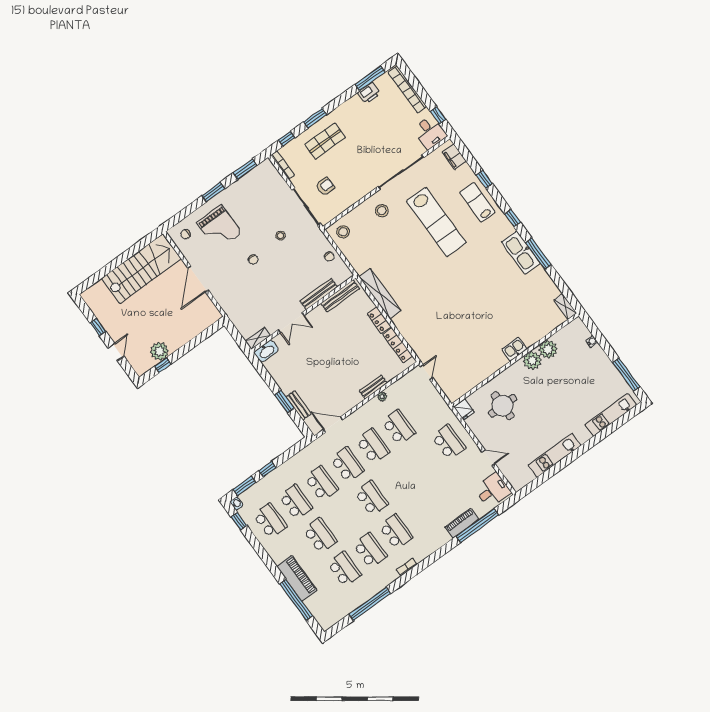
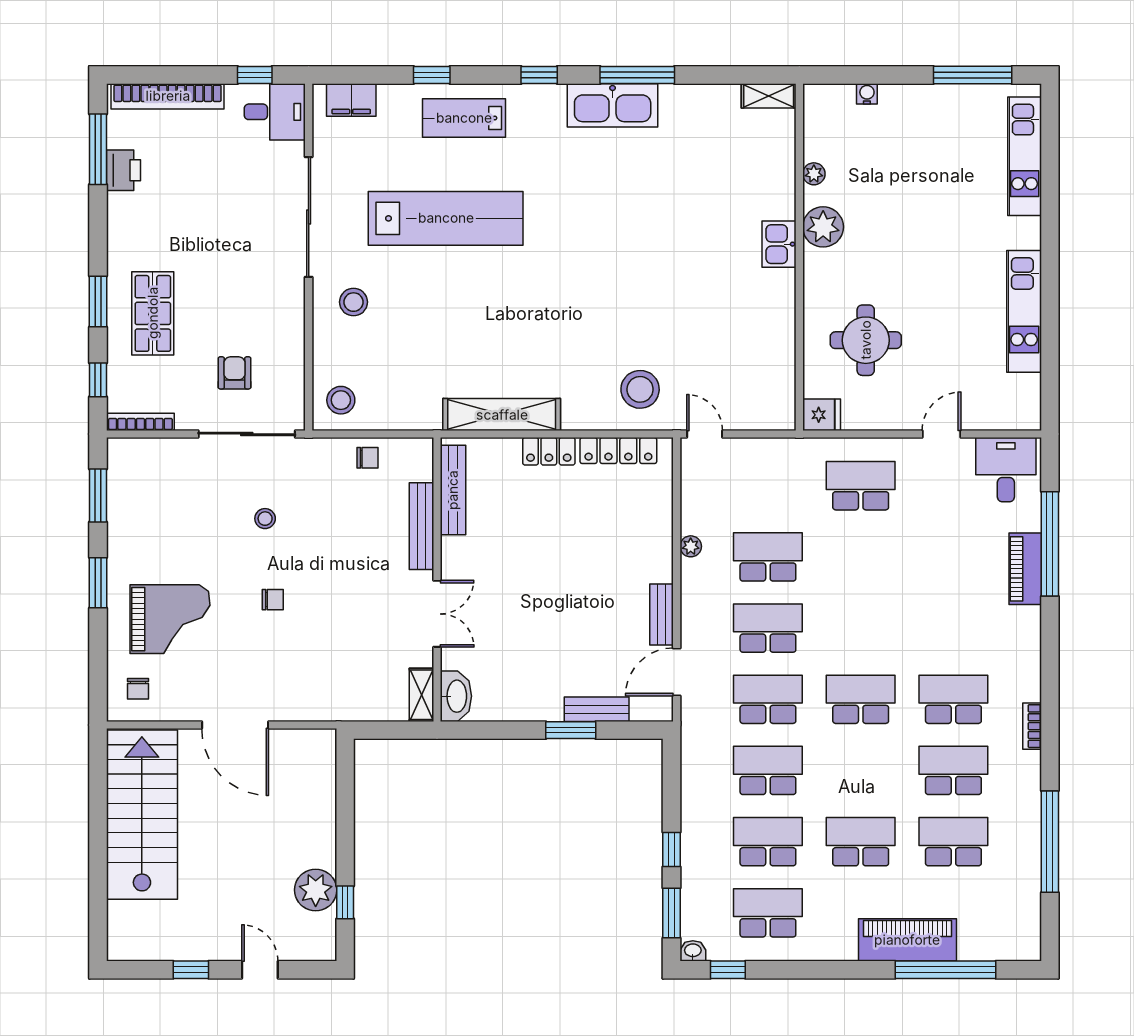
stool: (426, 337) -> (640, 389), added
plant: (548, 349) -> (814, 174), width x0.53, depth x0.53
bench: (373, 387) -> (662, 614), moved

